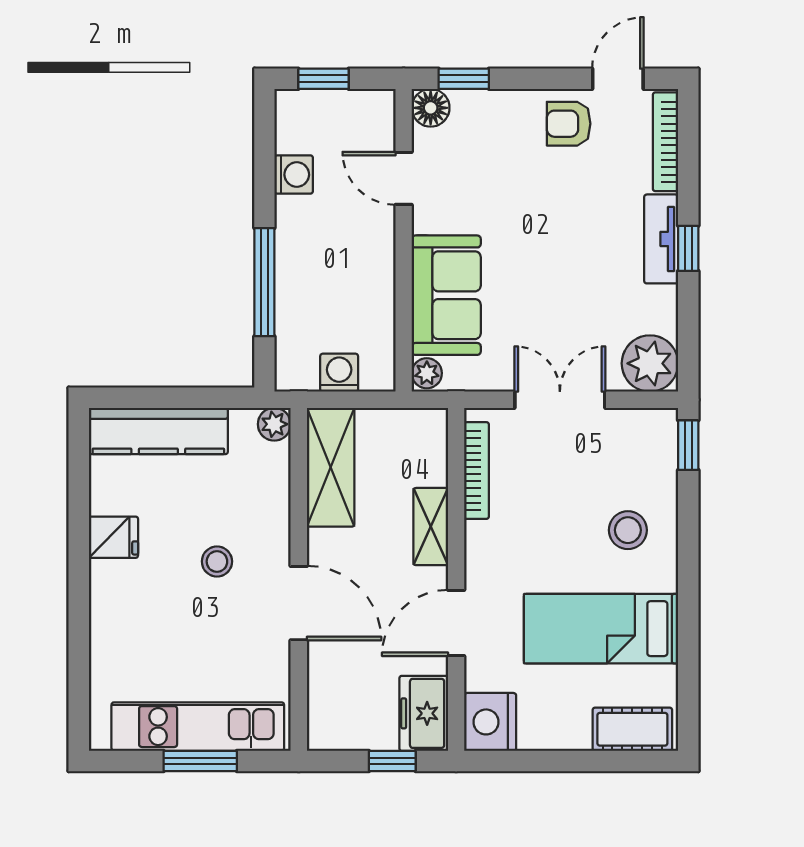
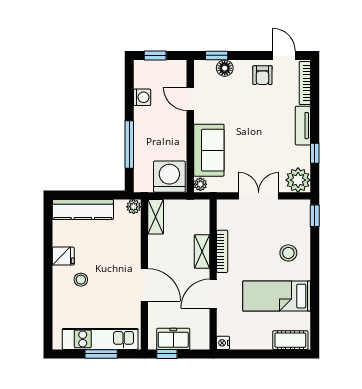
door: (618, 79) -> (284, 55), hinge flipped
floor lamp: (431, 108) -> (225, 68), moved
armchair: (569, 124) -> (262, 75), turned -90
window: (688, 248) -> (315, 153), moved
washing machine: (339, 373) -> (169, 177), width x1.89, depth x1.89
shelving: (331, 467) -> (156, 217), width x0.67, depth x0.75
bookcase: (477, 471) -> (222, 251), moved
stool: (217, 561) -> (81, 280), moved
freezer: (424, 713) -> (173, 339), moved, turned 90
nightstand: (490, 722) -> (223, 343), width x0.53, depth x0.56
window: (392, 761) -> (167, 354), moved

